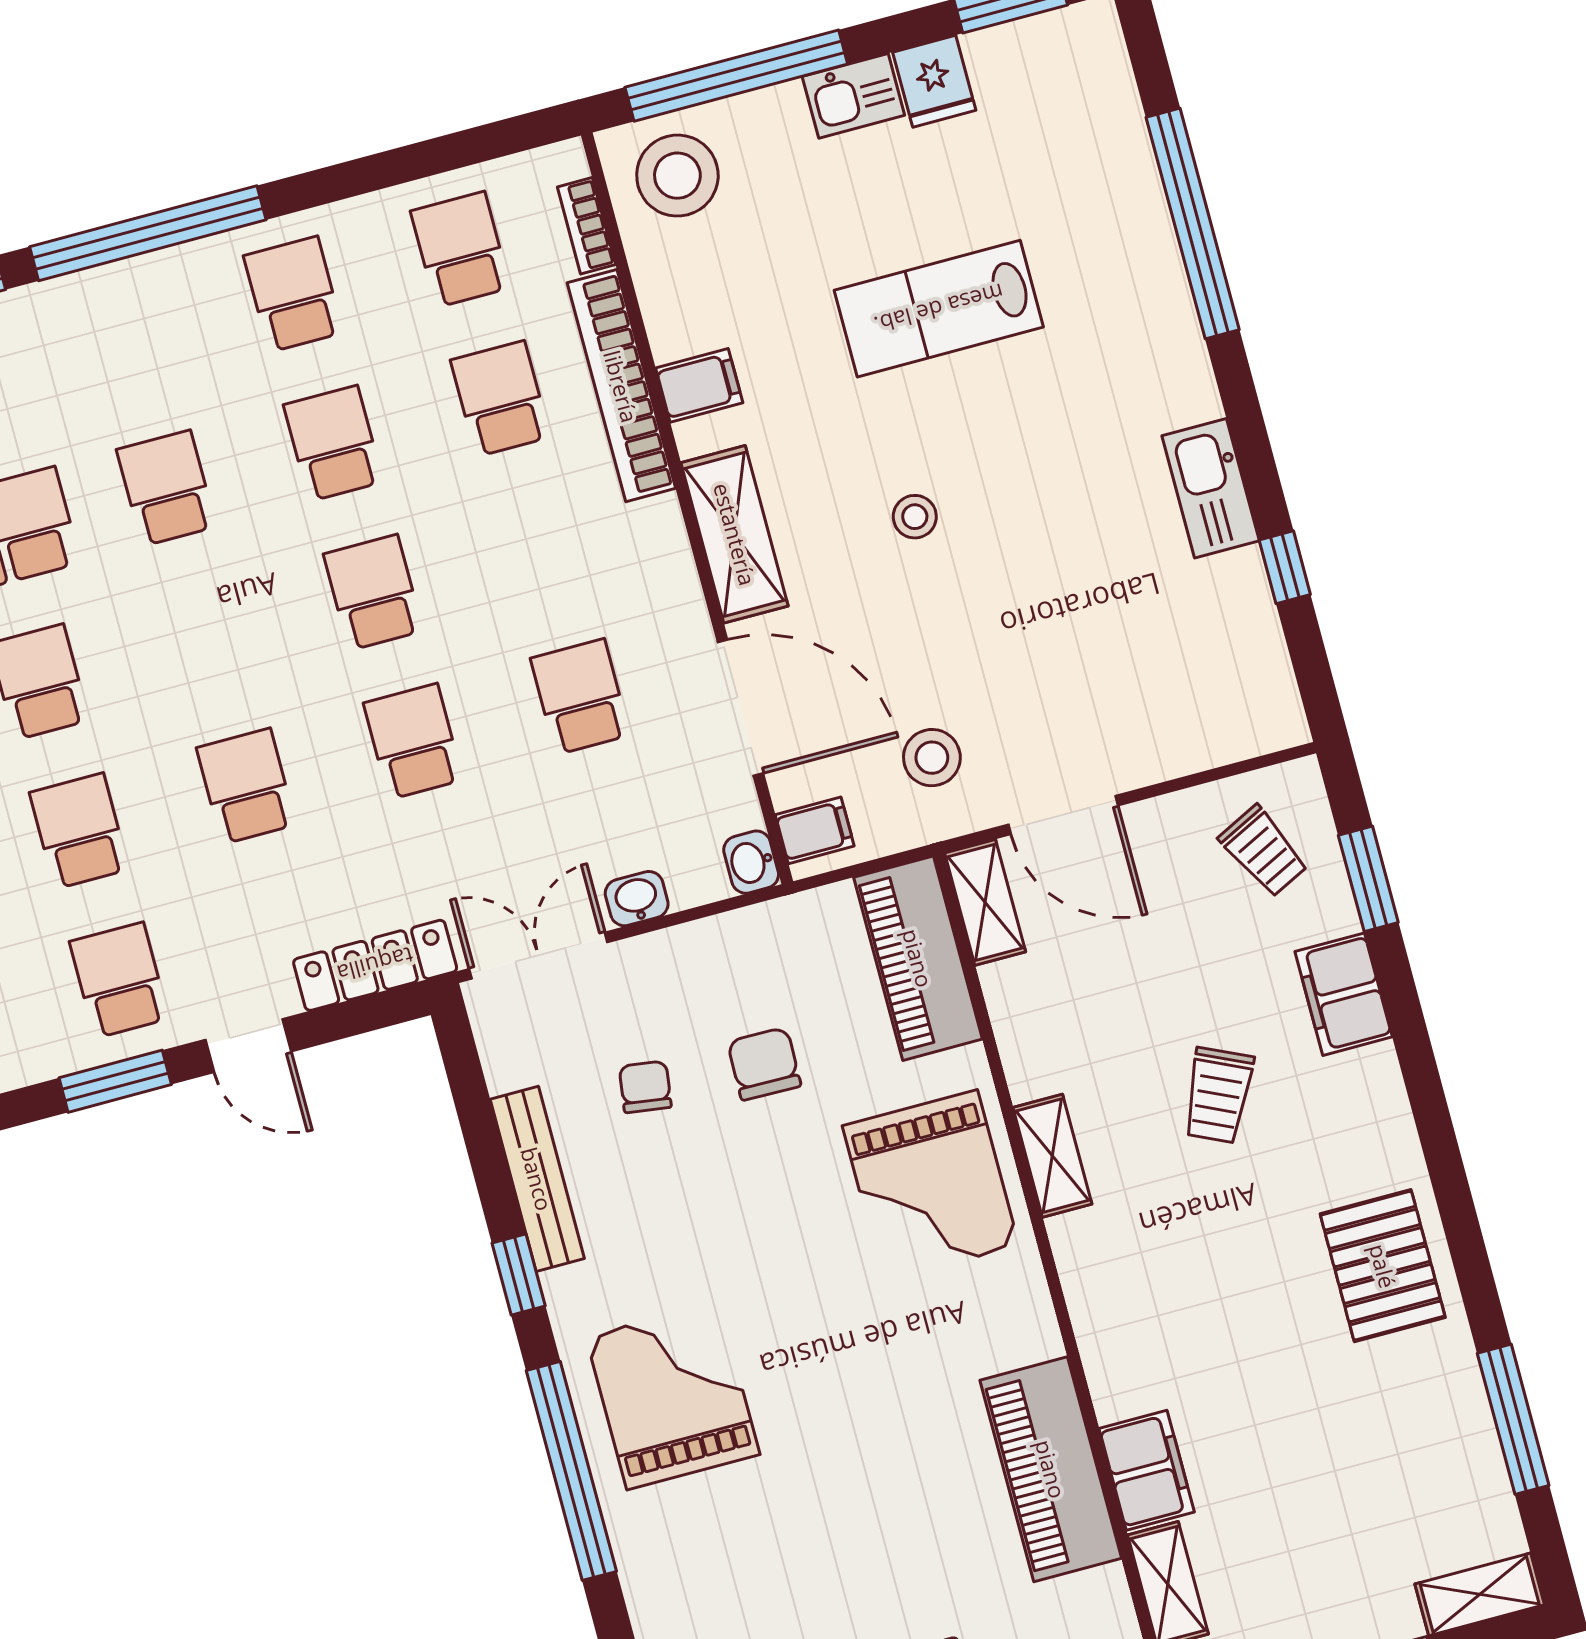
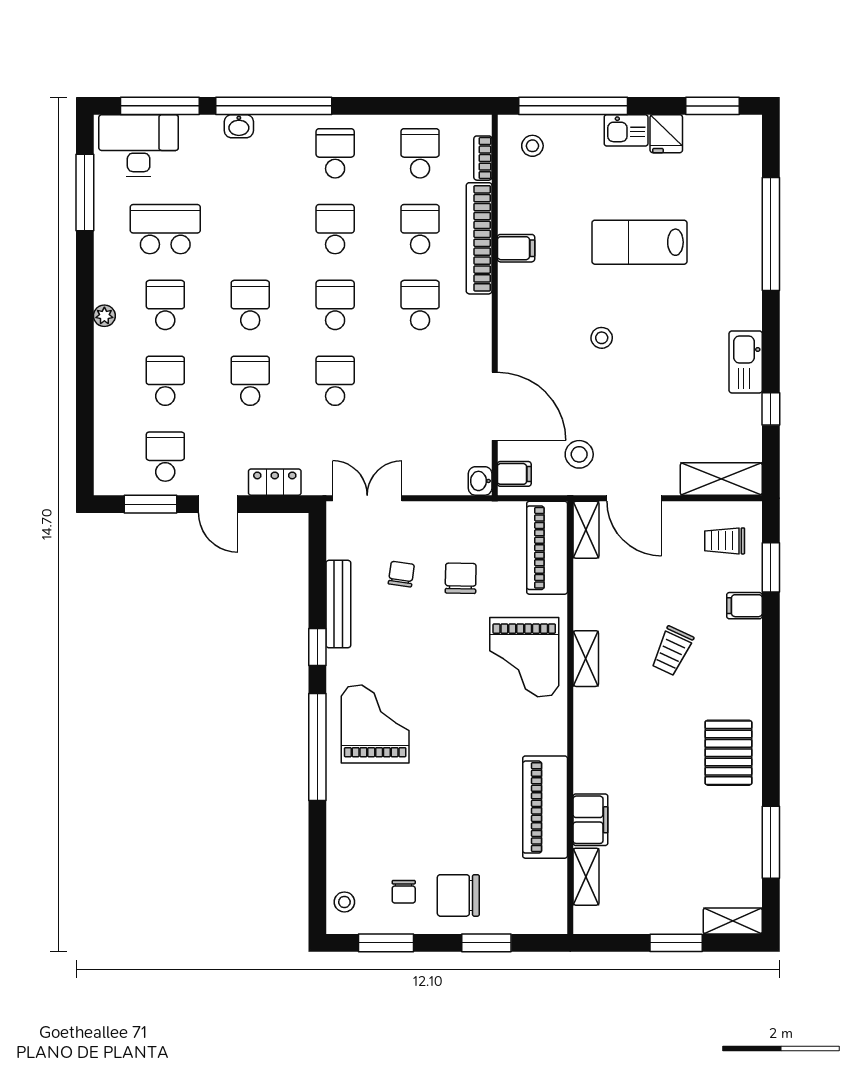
stool: (677, 176) -> (532, 146), width x0.53, depth x0.53
school desk: (166, 488) -> (250, 305), moved
shelving: (735, 534) -> (721, 479), moved, turned 90
school desk: (580, 697) -> (420, 305), moved
trolley: (1264, 851) -> (725, 541), turned 116
washbasin: (637, 899) -> (239, 126), moved, turned 180
locker: (375, 965) -> (275, 482), width x0.66
filing cabinet: (1344, 994) -> (744, 606), width x0.50

